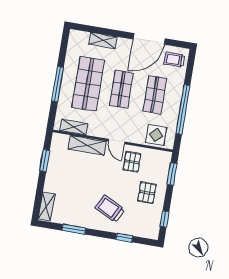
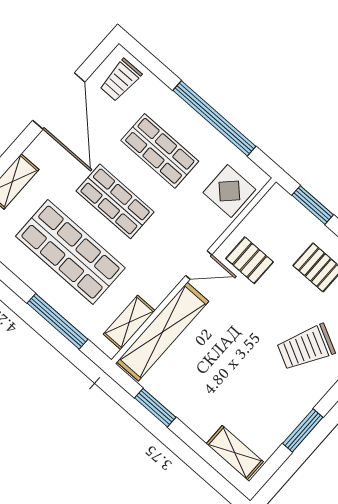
window: (57, 84) -> (57, 321), moved
shelving: (87, 145) -> (163, 332), width x1.47

